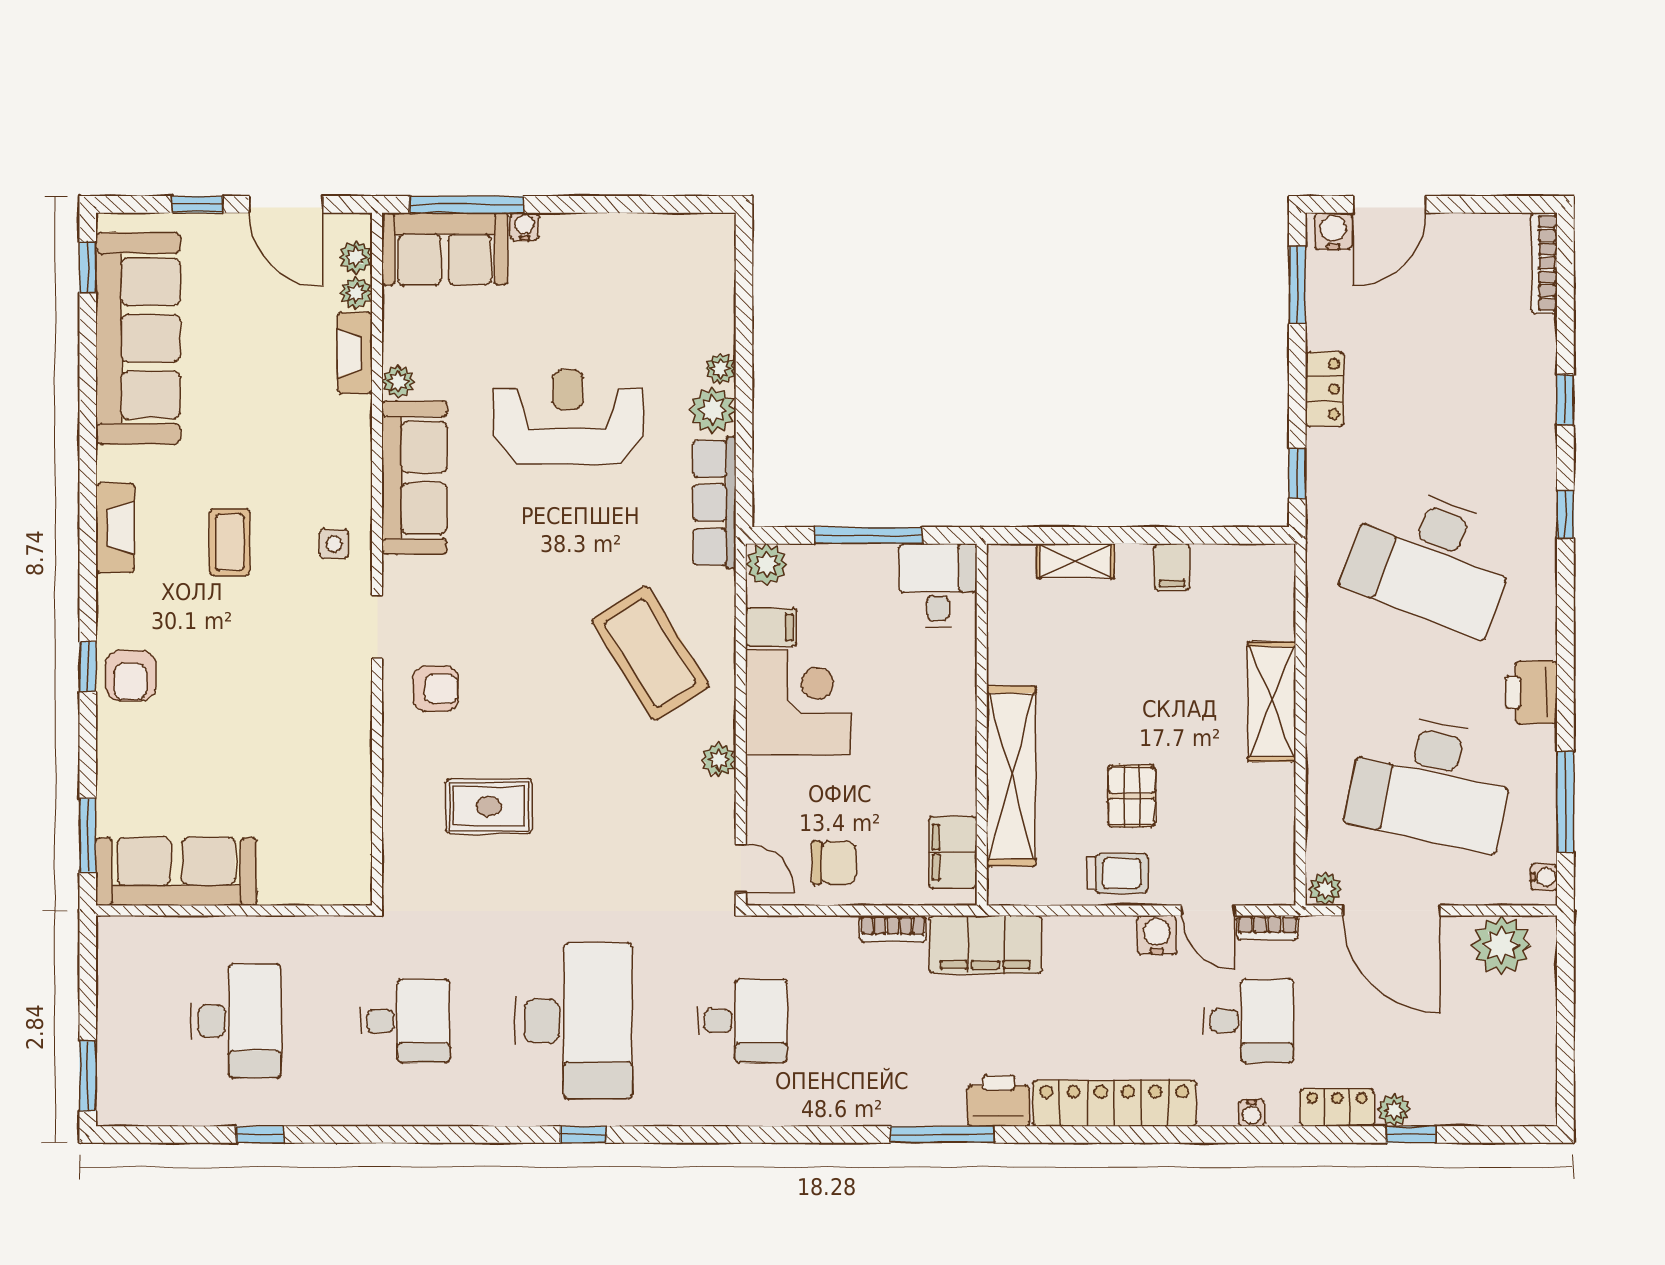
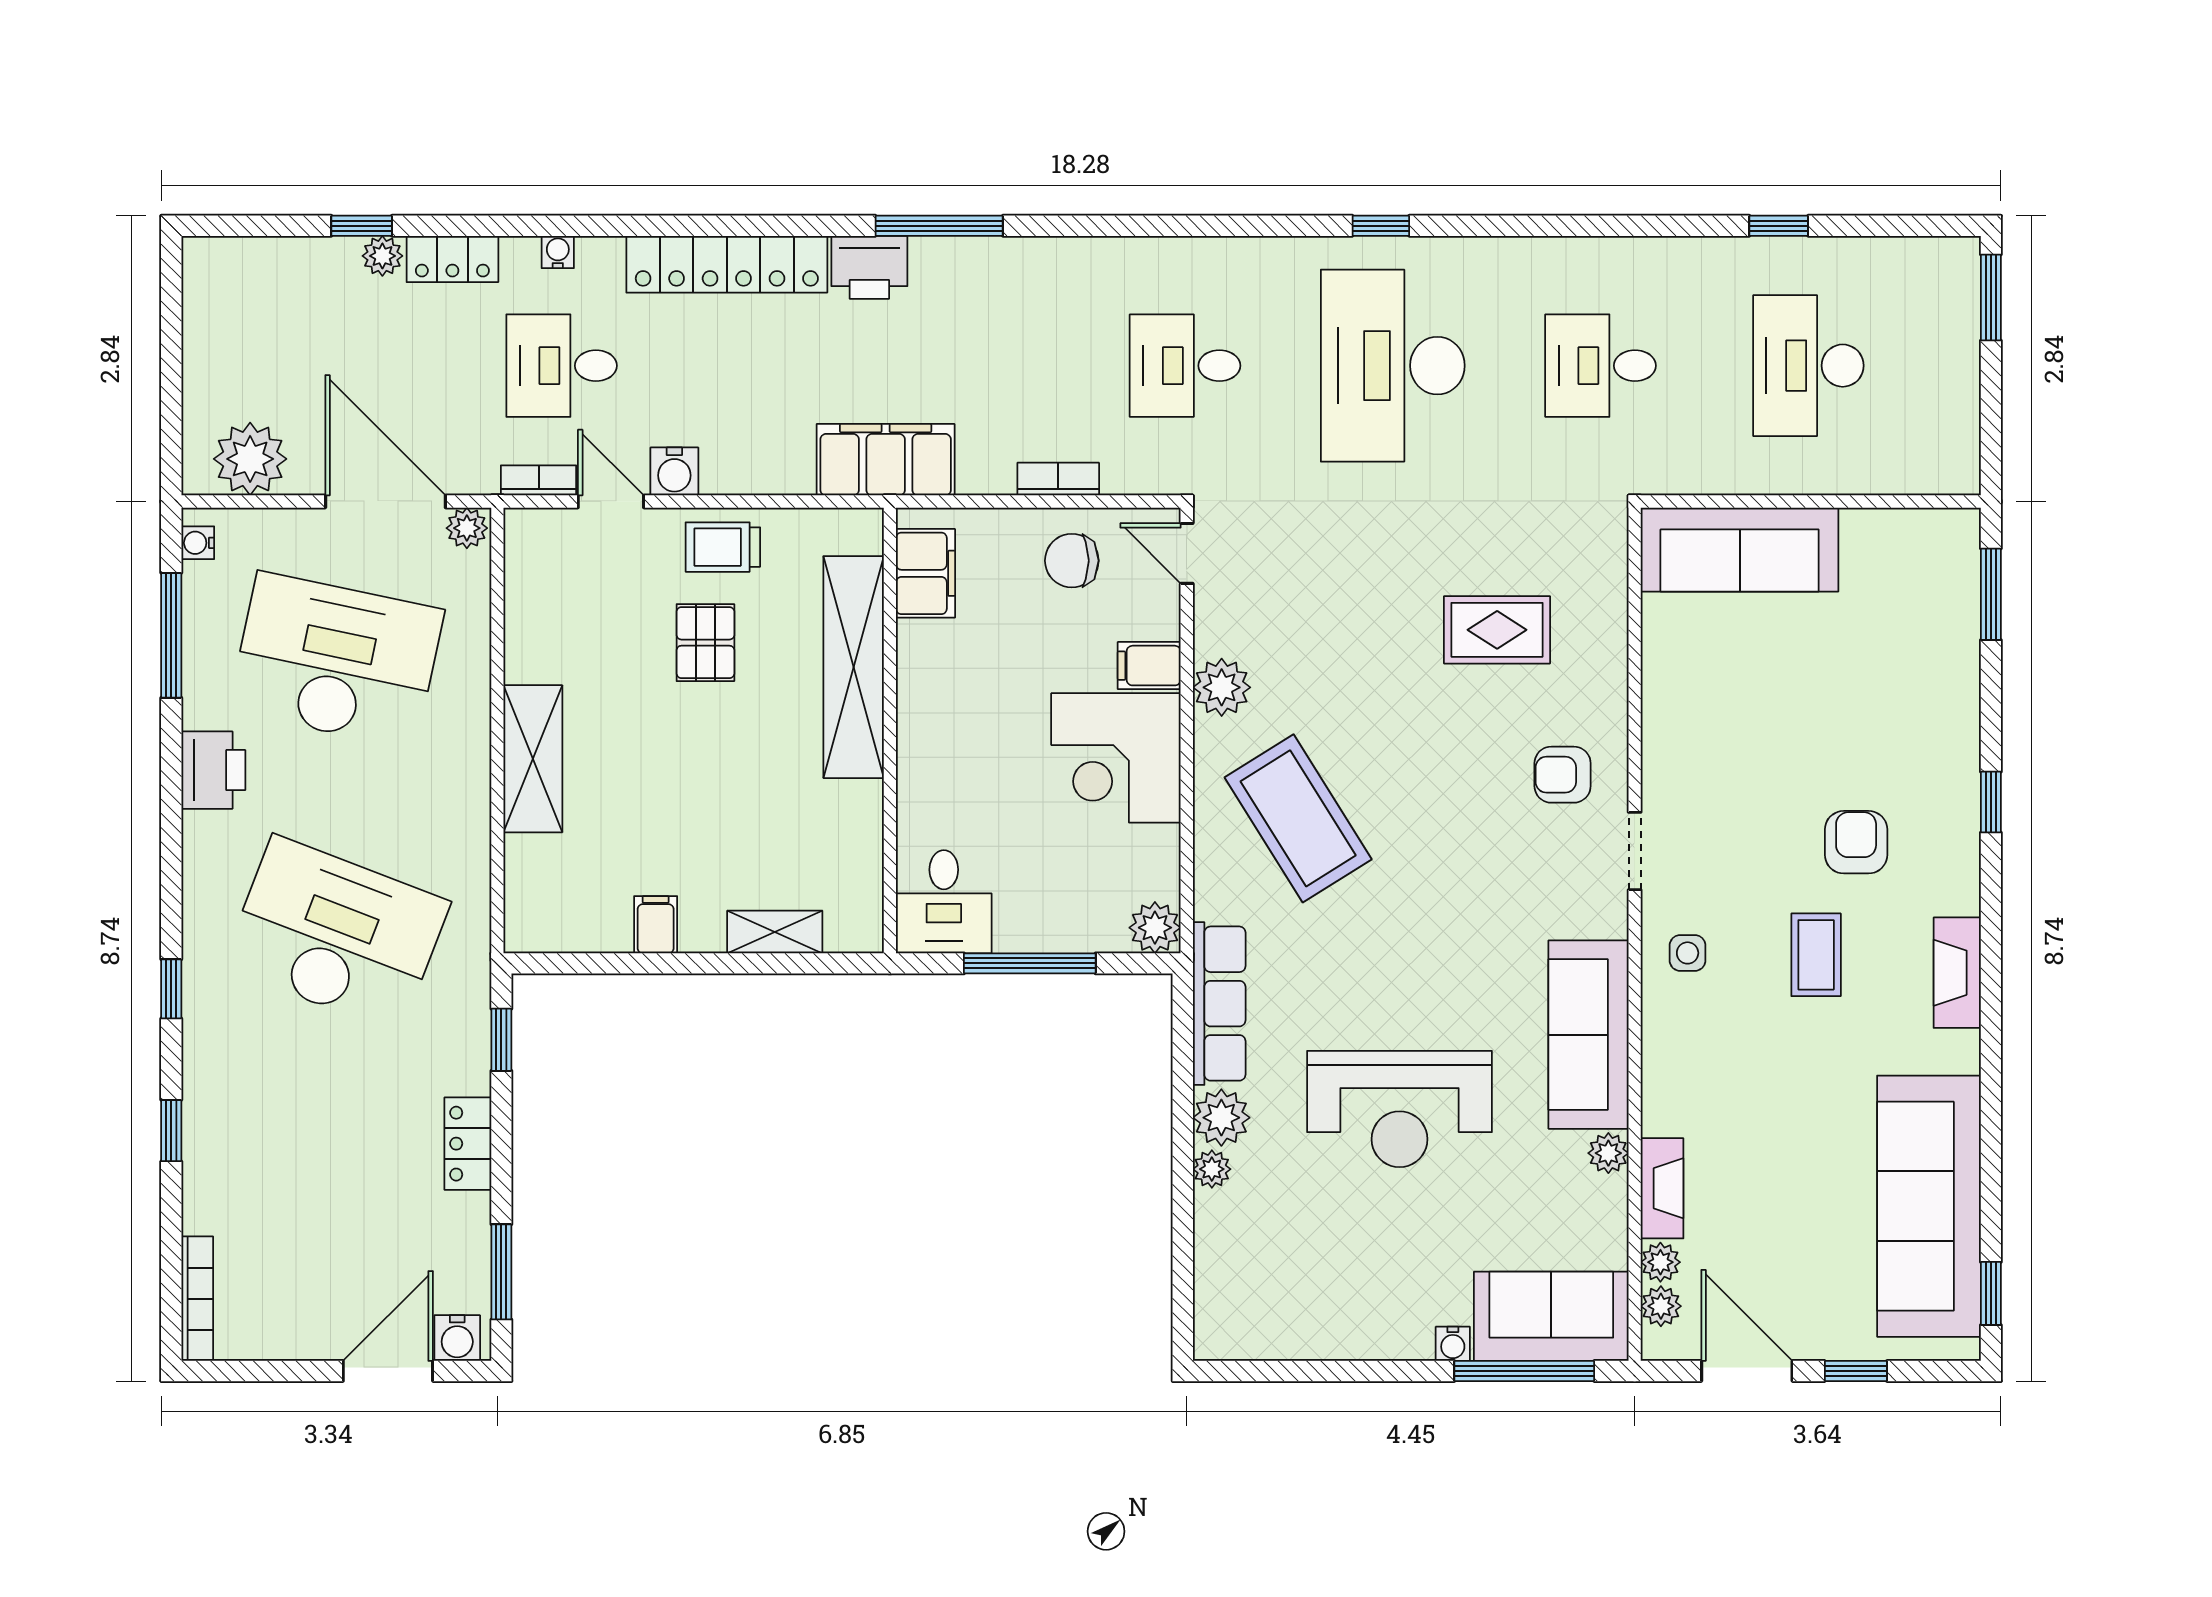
filing cabinet: (771, 627) -> (1149, 666), moved
armchair: (131, 675) -> (1856, 842), moved
plant: (719, 760) -> (1222, 687), width x1.38, depth x1.38
sofa: (176, 872) -> (1740, 550), moved
bookcase: (893, 929) -> (1058, 479), moved

